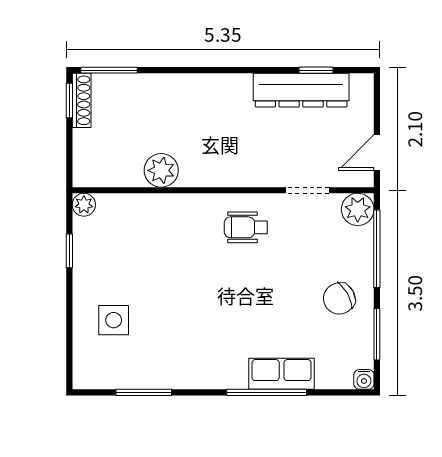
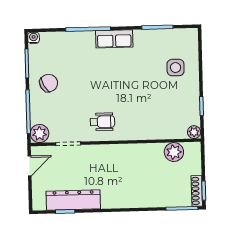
plant: (161, 170) -> (174, 152), moved
row of seats: (282, 374) -> (114, 39), moved

